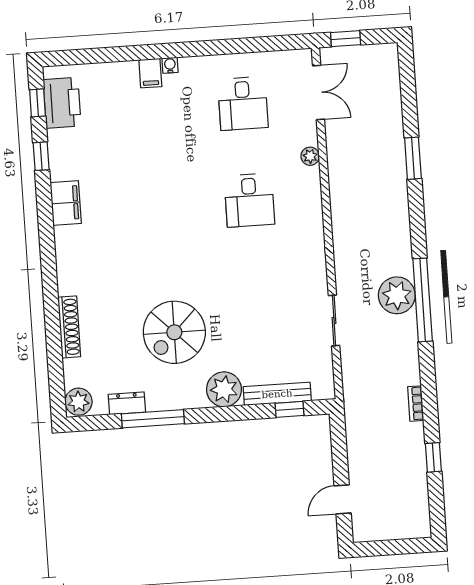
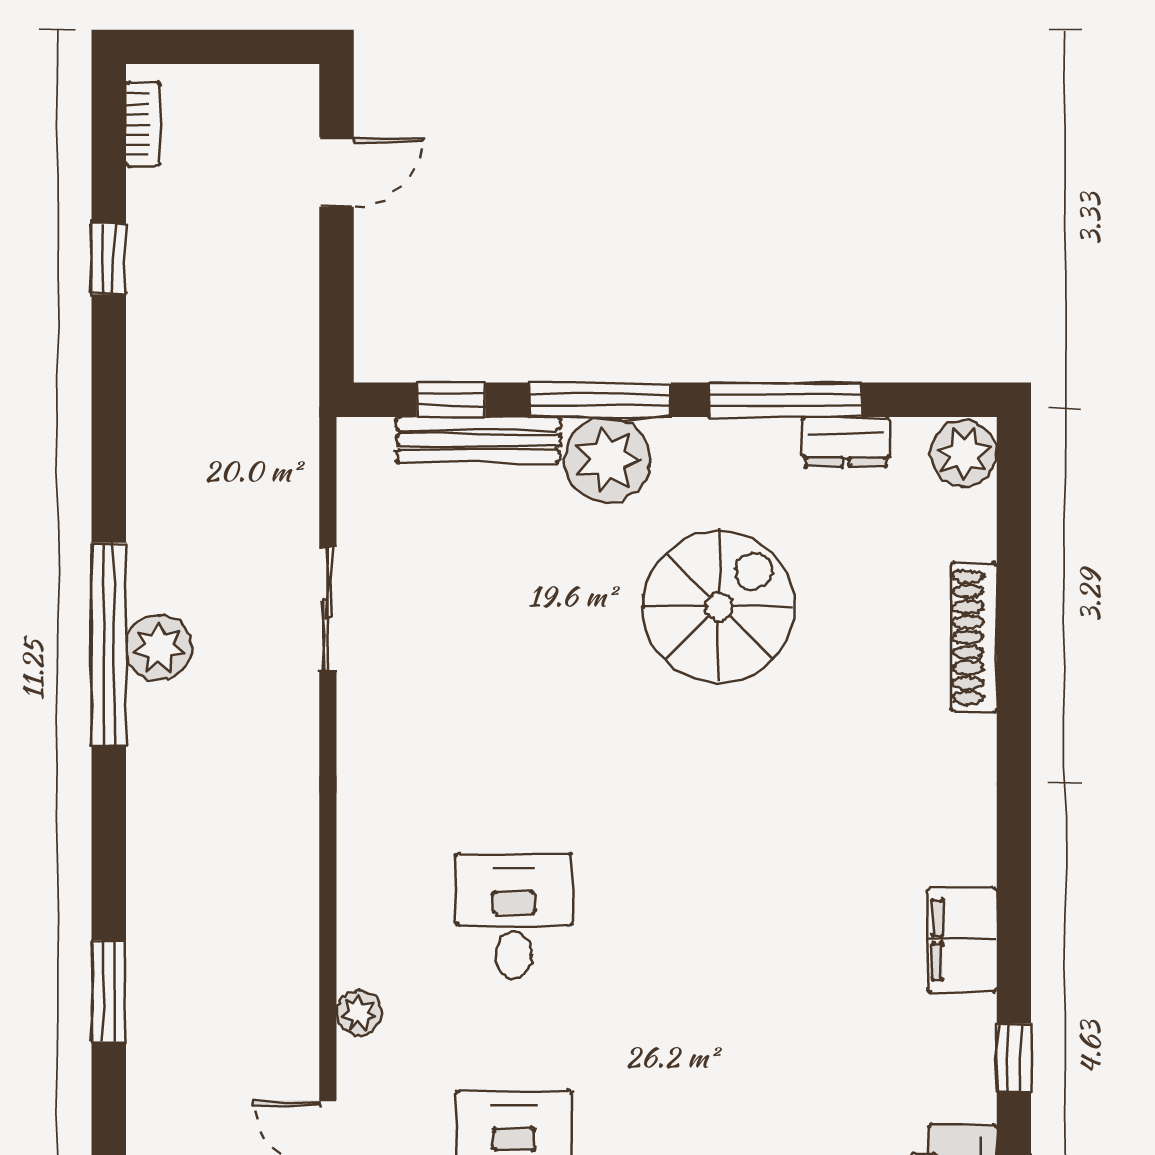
plant: (397, 295) -> (159, 648), width x0.73, depth x0.73
bookcase: (416, 404) -> (143, 124), moved
window: (228, 414) -> (601, 400), added

